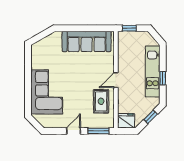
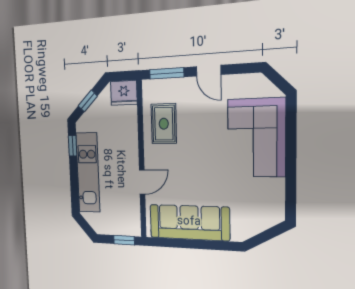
window: (163, 78) -> (73, 146), moved
door: (116, 80) -> (142, 182), moved
door: (73, 131) -> (209, 71), hinge flipped

